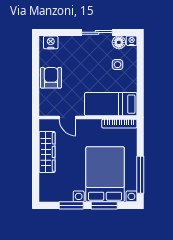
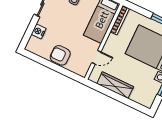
nightstand: (51, 42) -> (39, 31), moved

